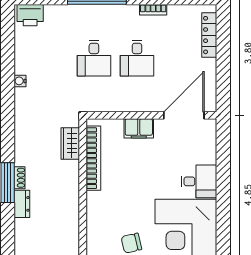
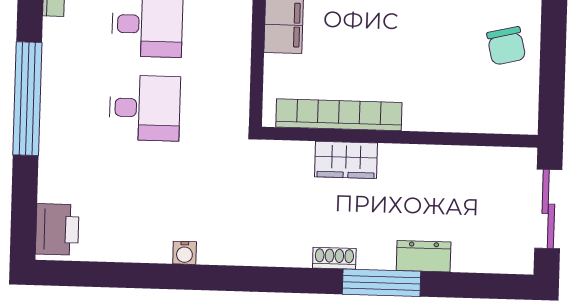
wardrobe: (70, 143) -> (346, 160), moved
shoe rack: (20, 178) -> (334, 258), moved

